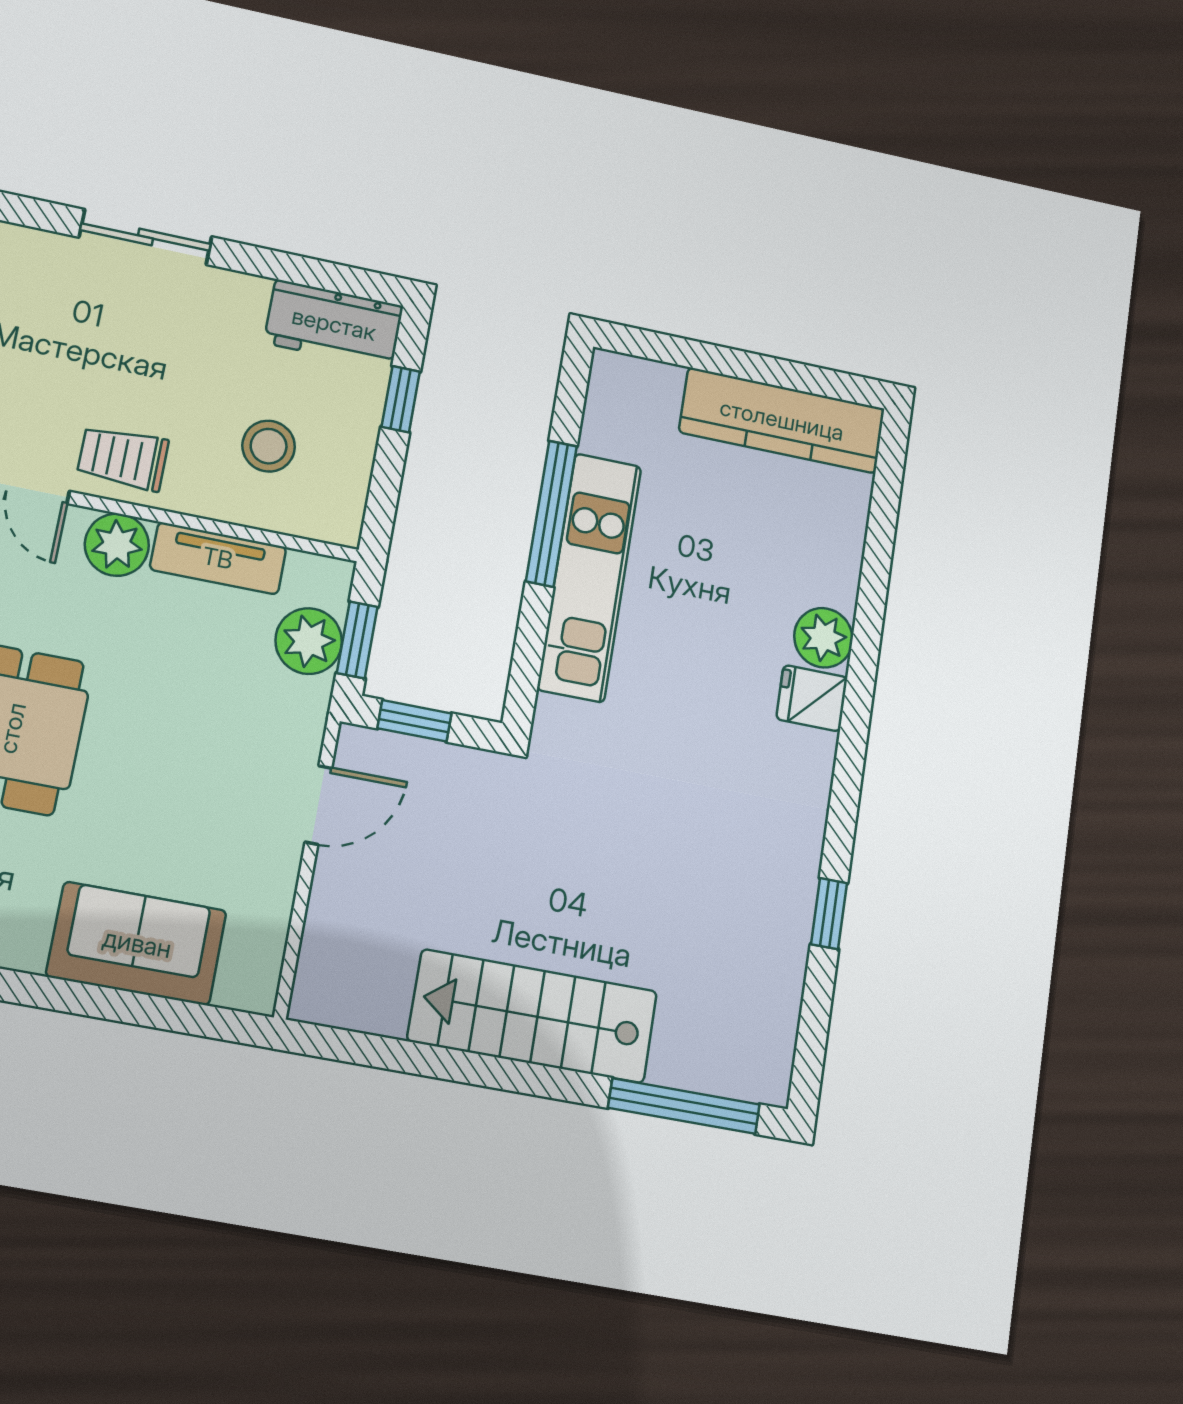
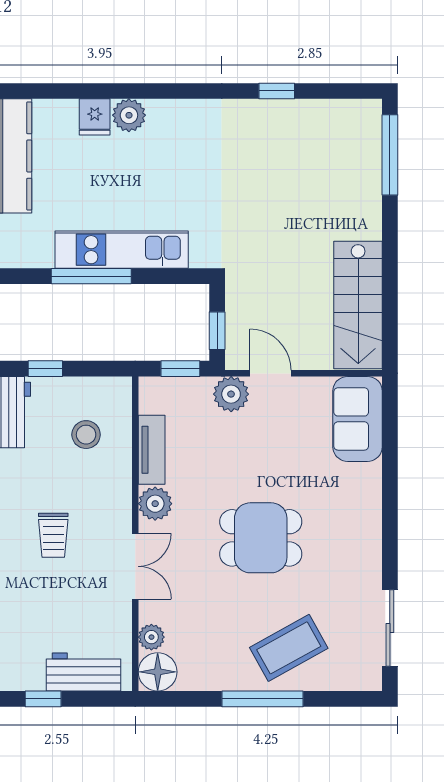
trolley: (123, 458) -> (53, 535), moved
plant: (309, 641) -> (231, 394), moved
fridge: (812, 698) -> (95, 117), moved
sofa: (137, 943) -> (358, 419), moved
stairs: (533, 1016) -> (358, 305), moved

